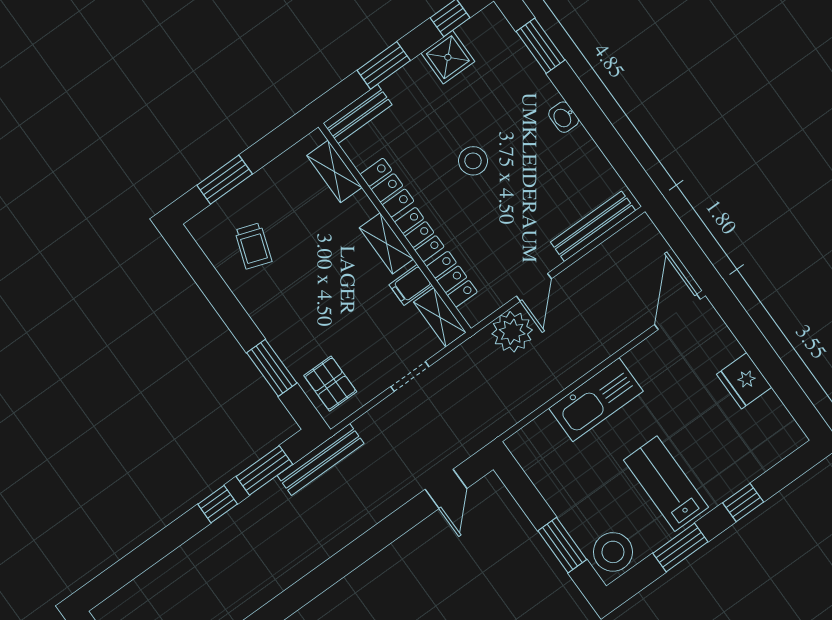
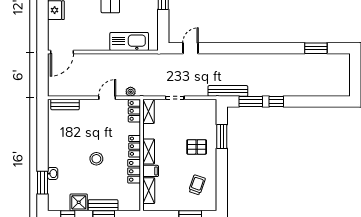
bench: (358, 114) -> (103, 205), moved
washbasin: (564, 117) -> (53, 174), moved
bench: (593, 226) -> (65, 104), width x0.73
locker: (452, 279) -> (134, 111), moved
filing cabinet: (411, 285) -> (151, 171), moved
plant: (512, 332) -> (131, 92), width x0.53, depth x0.53
pallet: (330, 384) -> (197, 147), moved, turned 90
kitchen sink: (596, 400) -> (129, 42), moved

